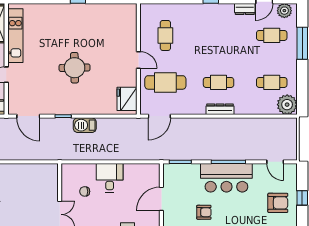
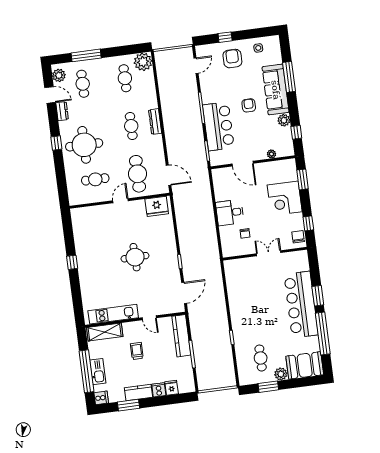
round table: (205, 28) -> (84, 145), added
barbecue: (85, 125) -> (185, 241), removed
bar counter: (226, 178) -> (218, 126), moved
armchair: (204, 212) -> (249, 105), moved

